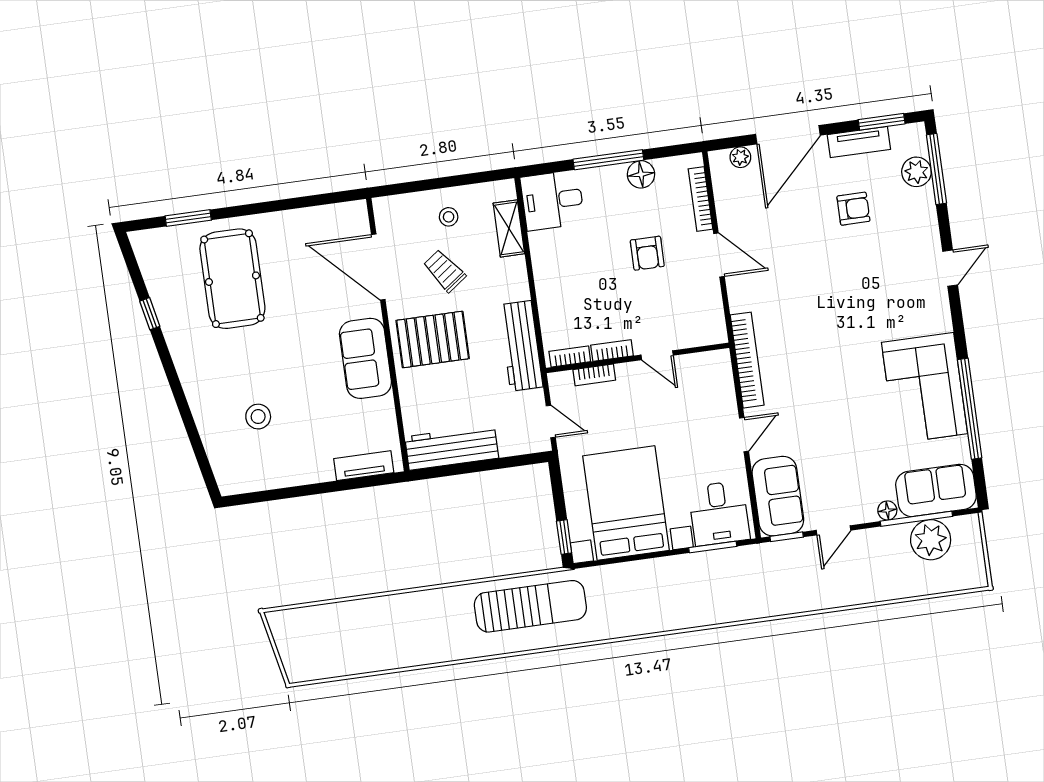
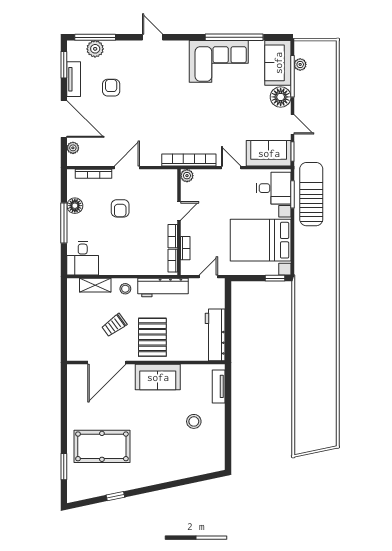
stool: (449, 217) -> (125, 289), moved
armchair: (647, 253) -> (120, 208), turned 90
plant: (720, 361) -> (187, 176), added
stool: (258, 417) -> (194, 421), moved
floor lamp: (887, 510) -> (281, 97), width x1.89, depth x1.89
plant: (931, 540) -> (300, 64), width x0.53, depth x0.53
sun lounger: (530, 606) -> (311, 194), moved

